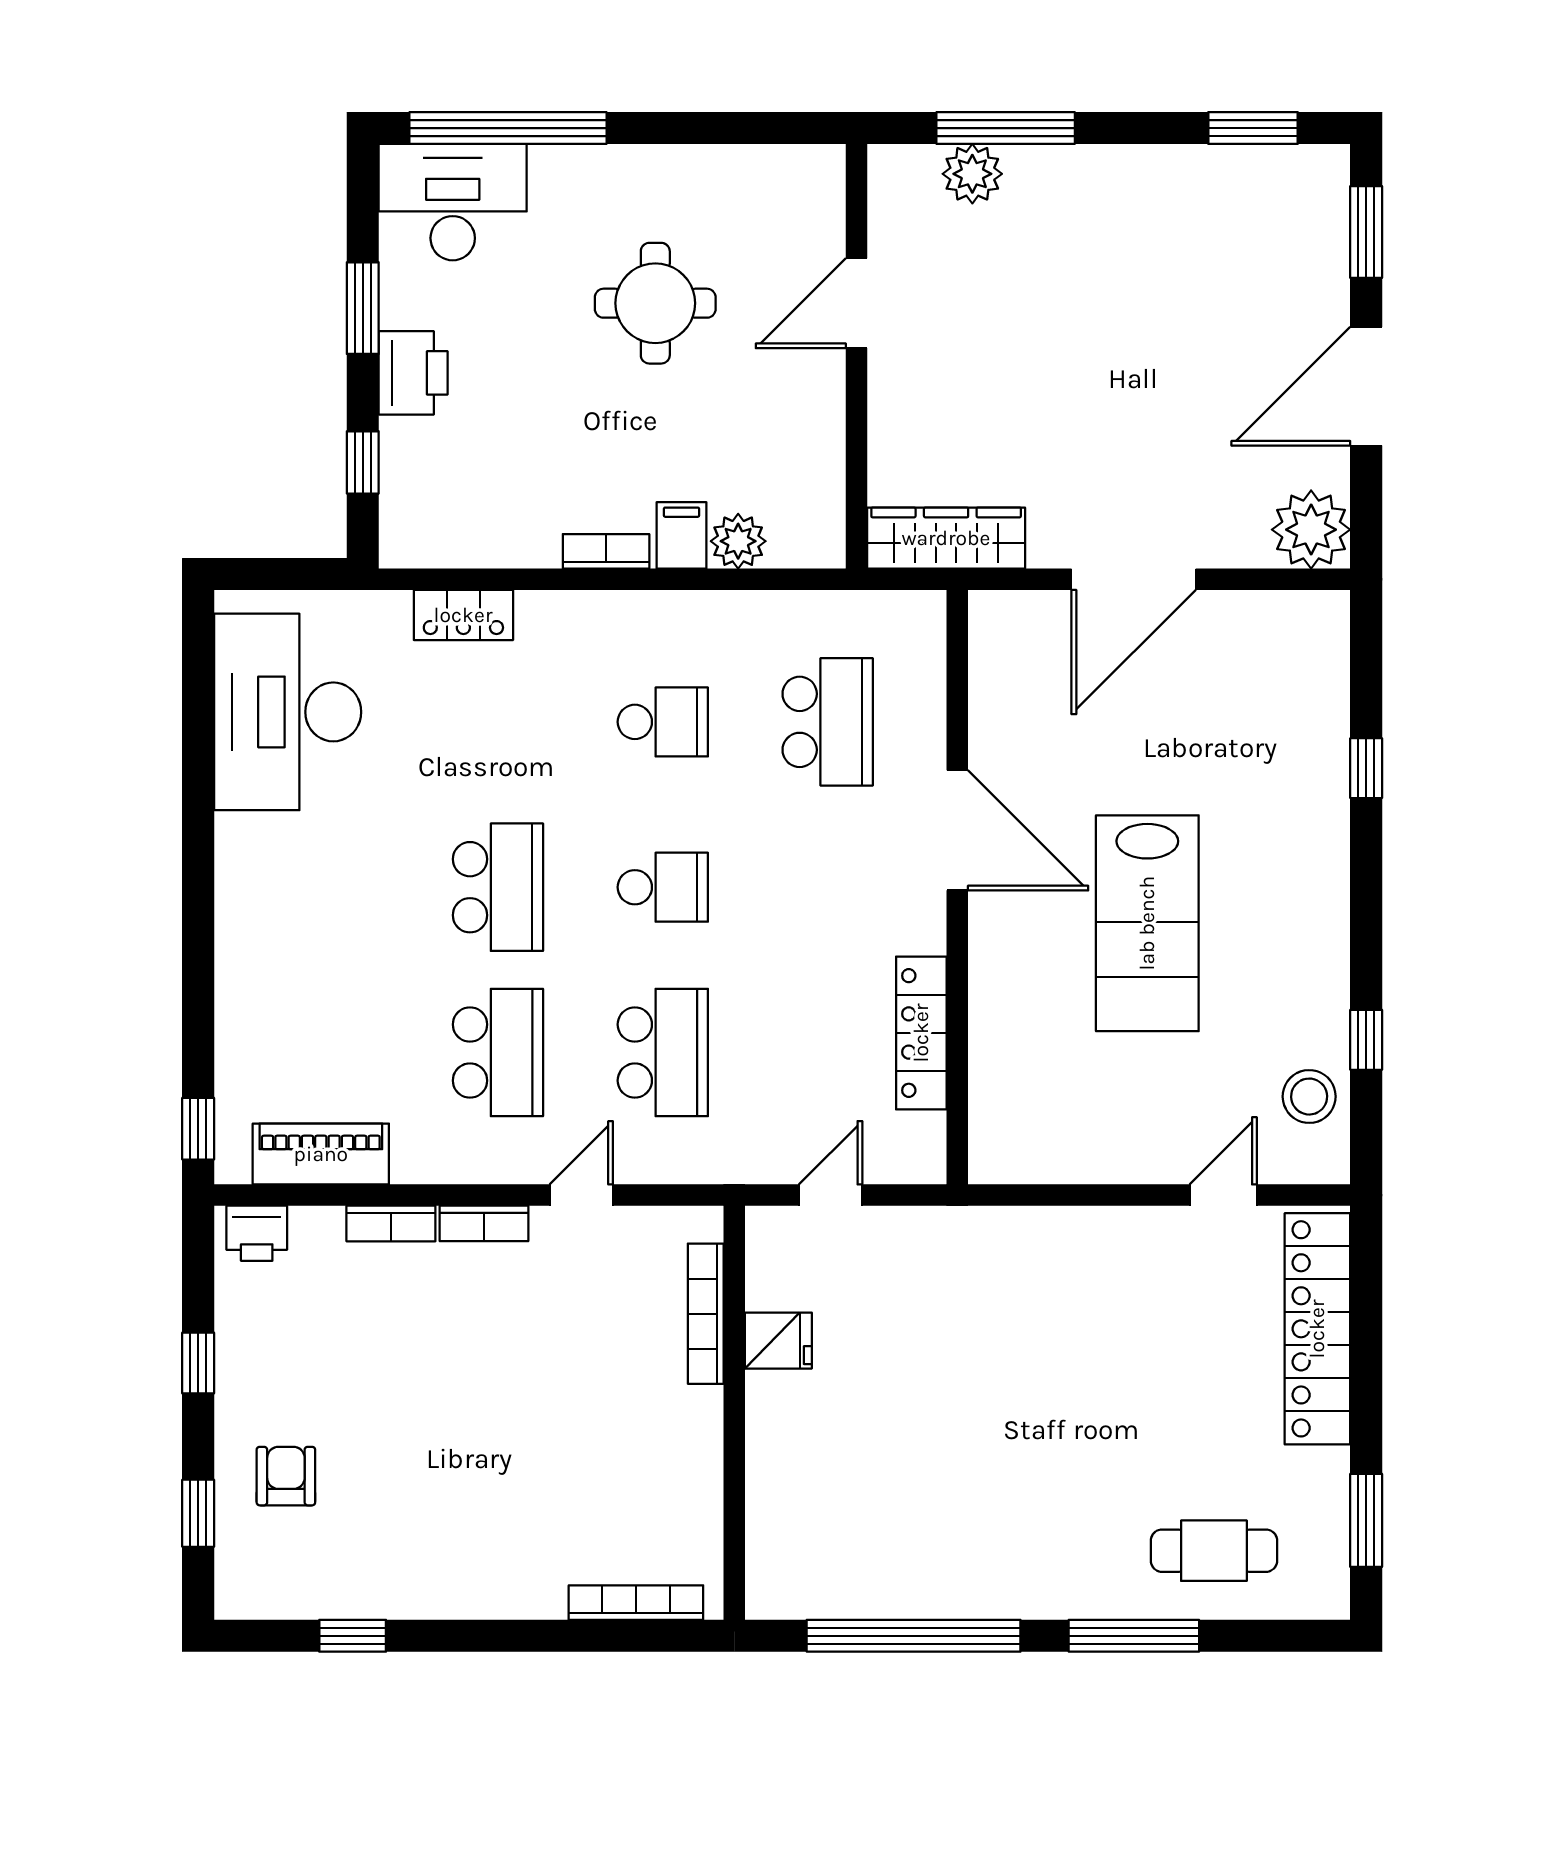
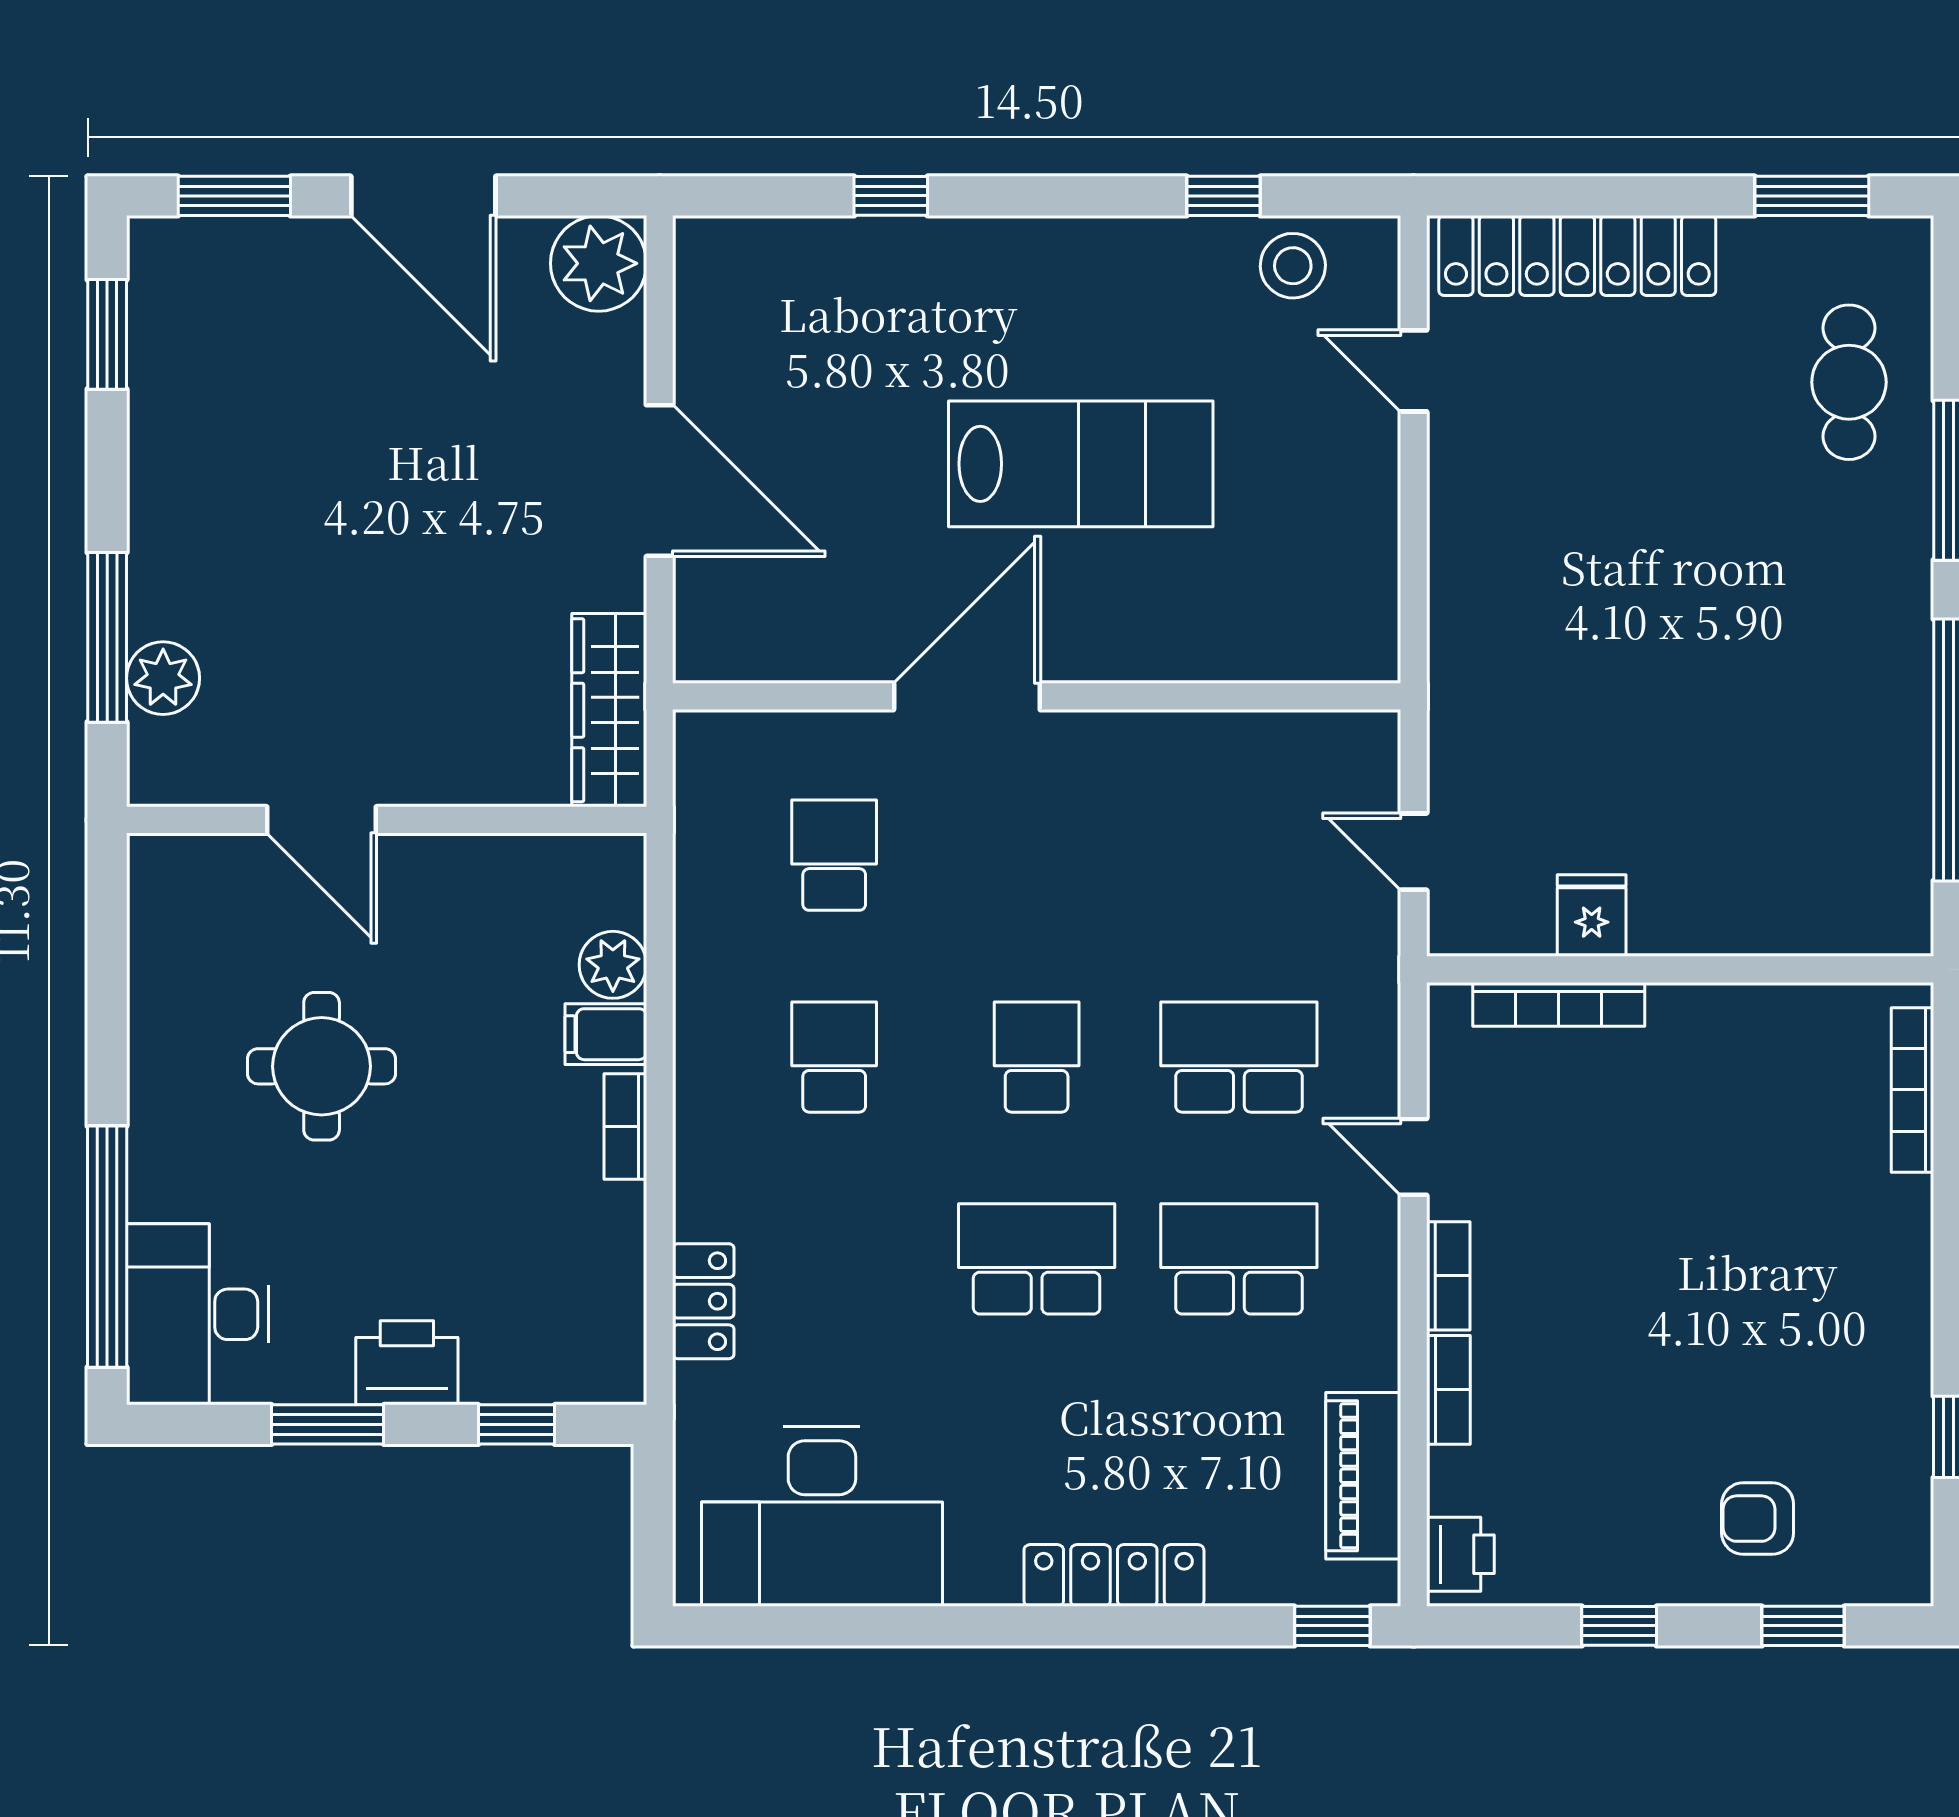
school desk: (828, 722) -> (834, 855), width x0.54
locker: (921, 1033) -> (1114, 1575), moved, turned 180

